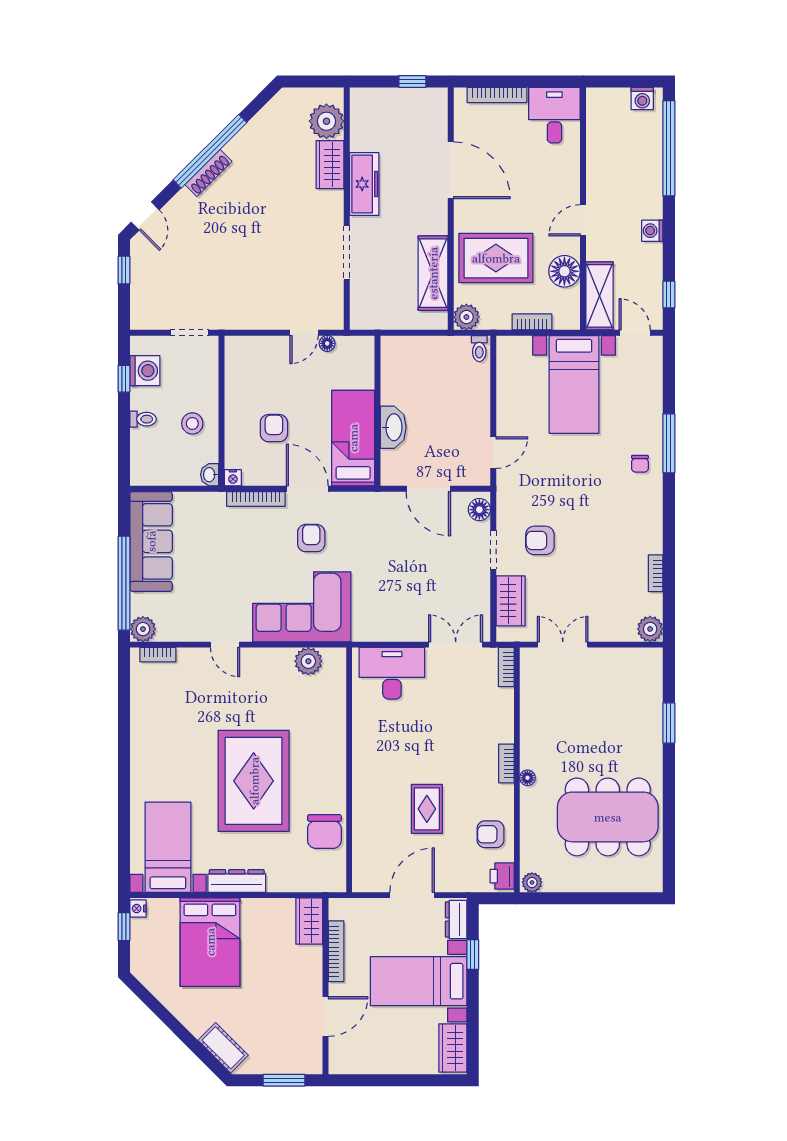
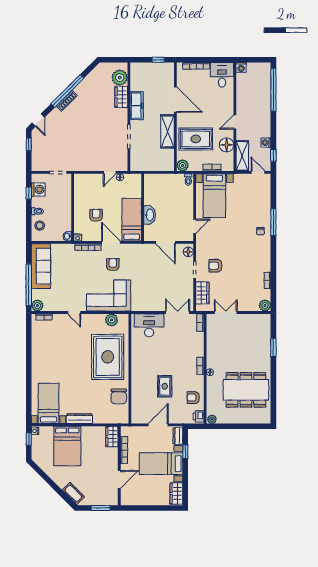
washing machine: (642, 99) -> (241, 67), moved
washing machine: (652, 231) -> (266, 143), moved
shelving: (433, 273) -> (168, 131), moved
bed with nightstands: (574, 384) -> (214, 196), moved
stool: (192, 423) -> (40, 226), moved
rug: (254, 781) -> (108, 357), moved

